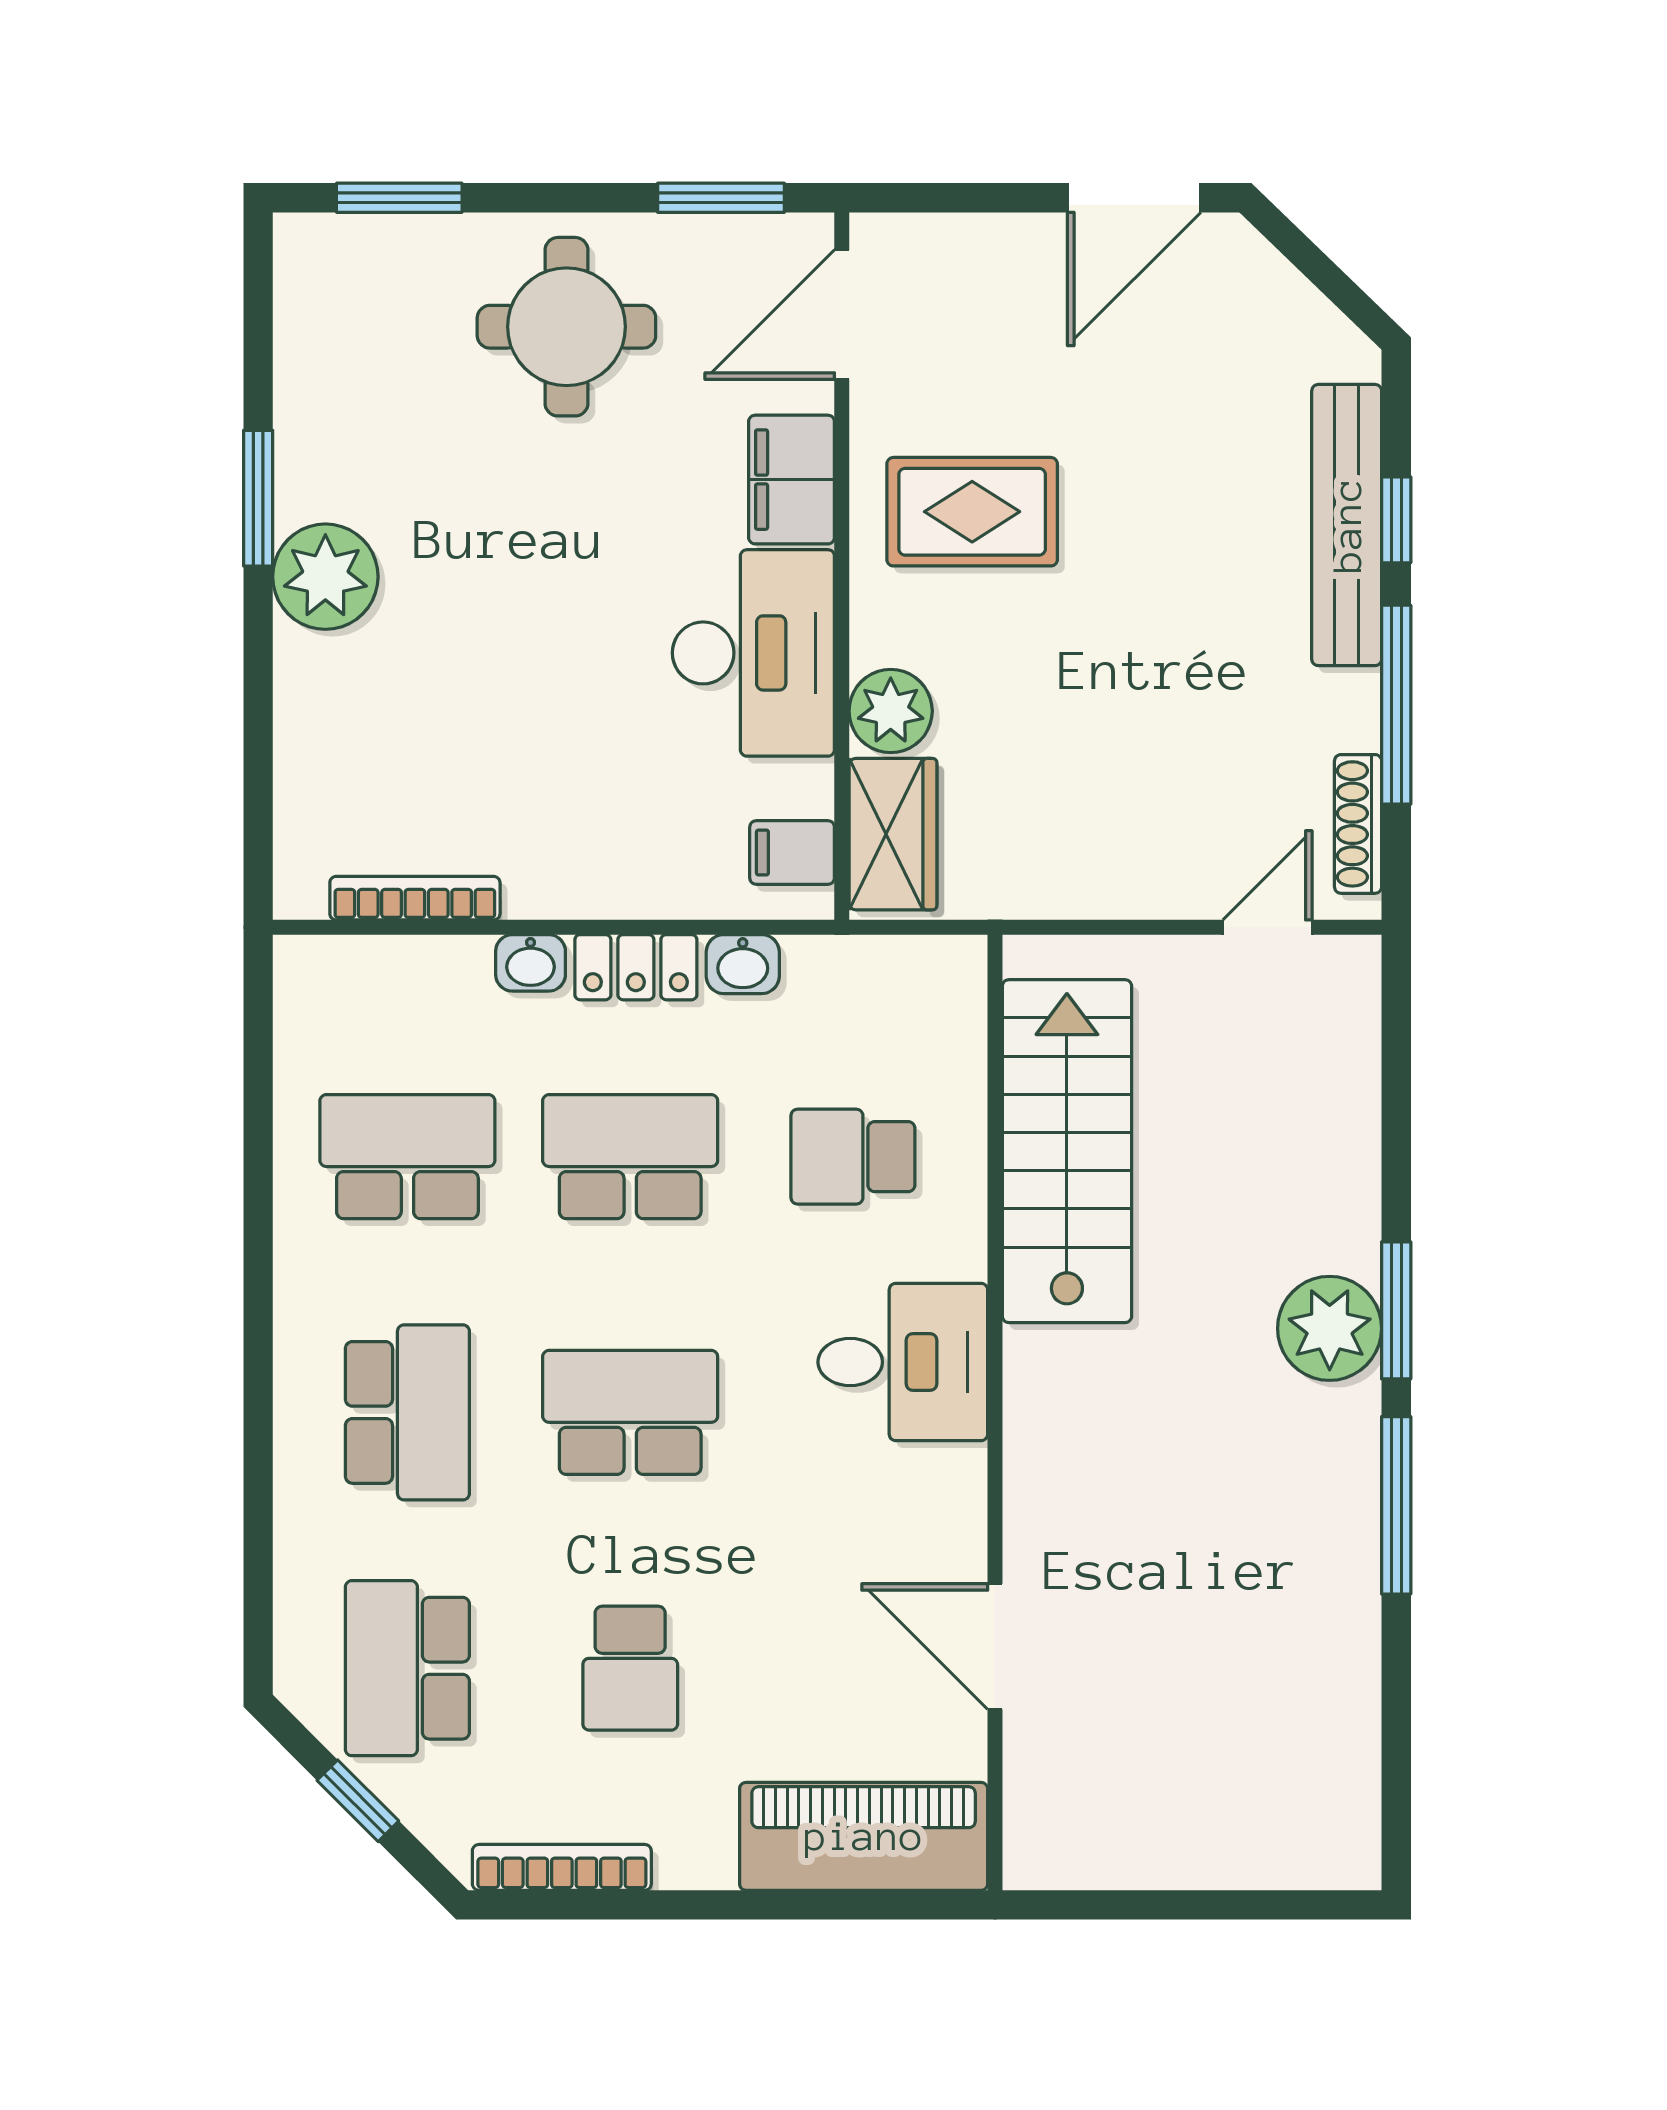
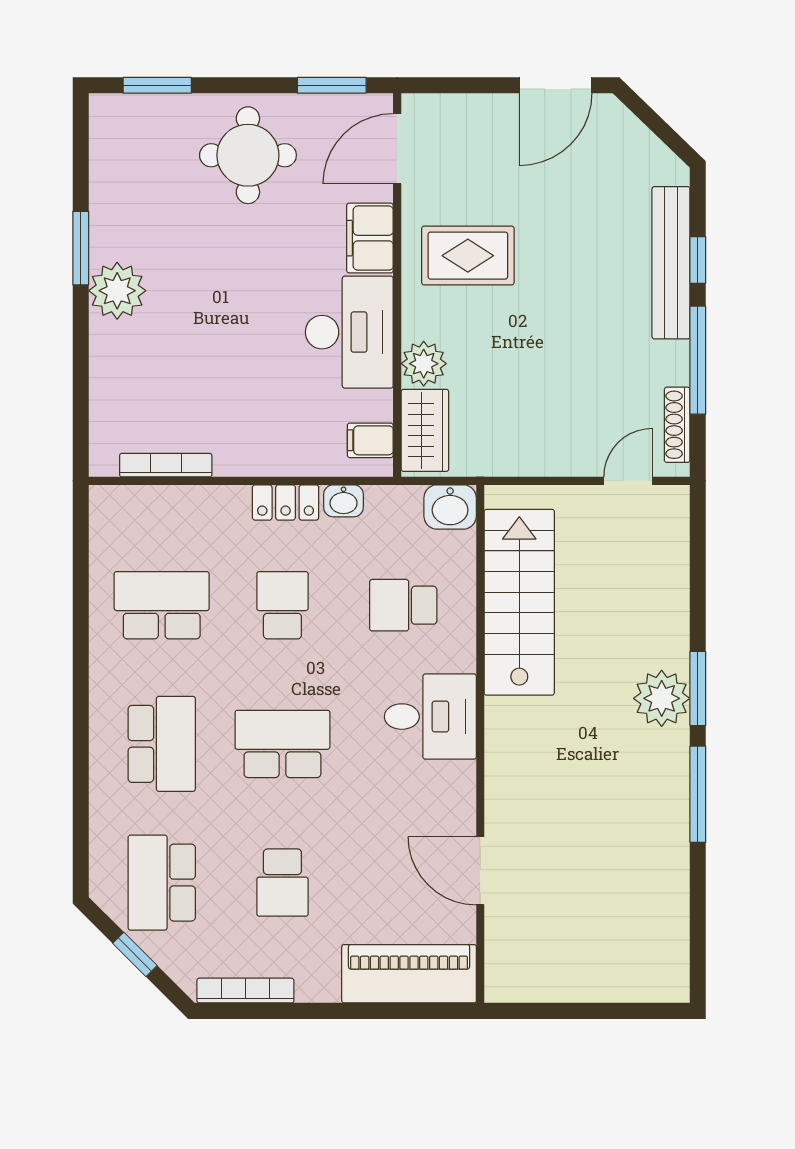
washbasin: (531, 963) -> (450, 507), moved, width x1.38, depth x1.45
school desk: (630, 1157) -> (282, 605), width x0.54

